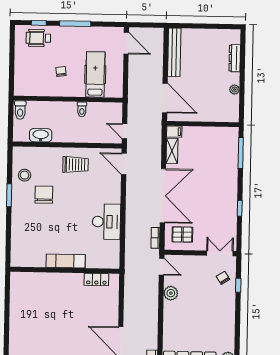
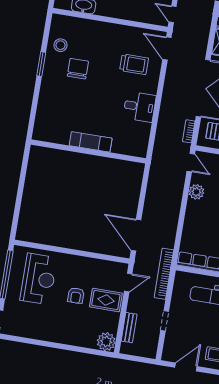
trolley: (75, 165) -> (134, 64), moved
desk: (106, 222) -> (140, 107), width x0.73
locker: (96, 279) -> (120, 166), removed

